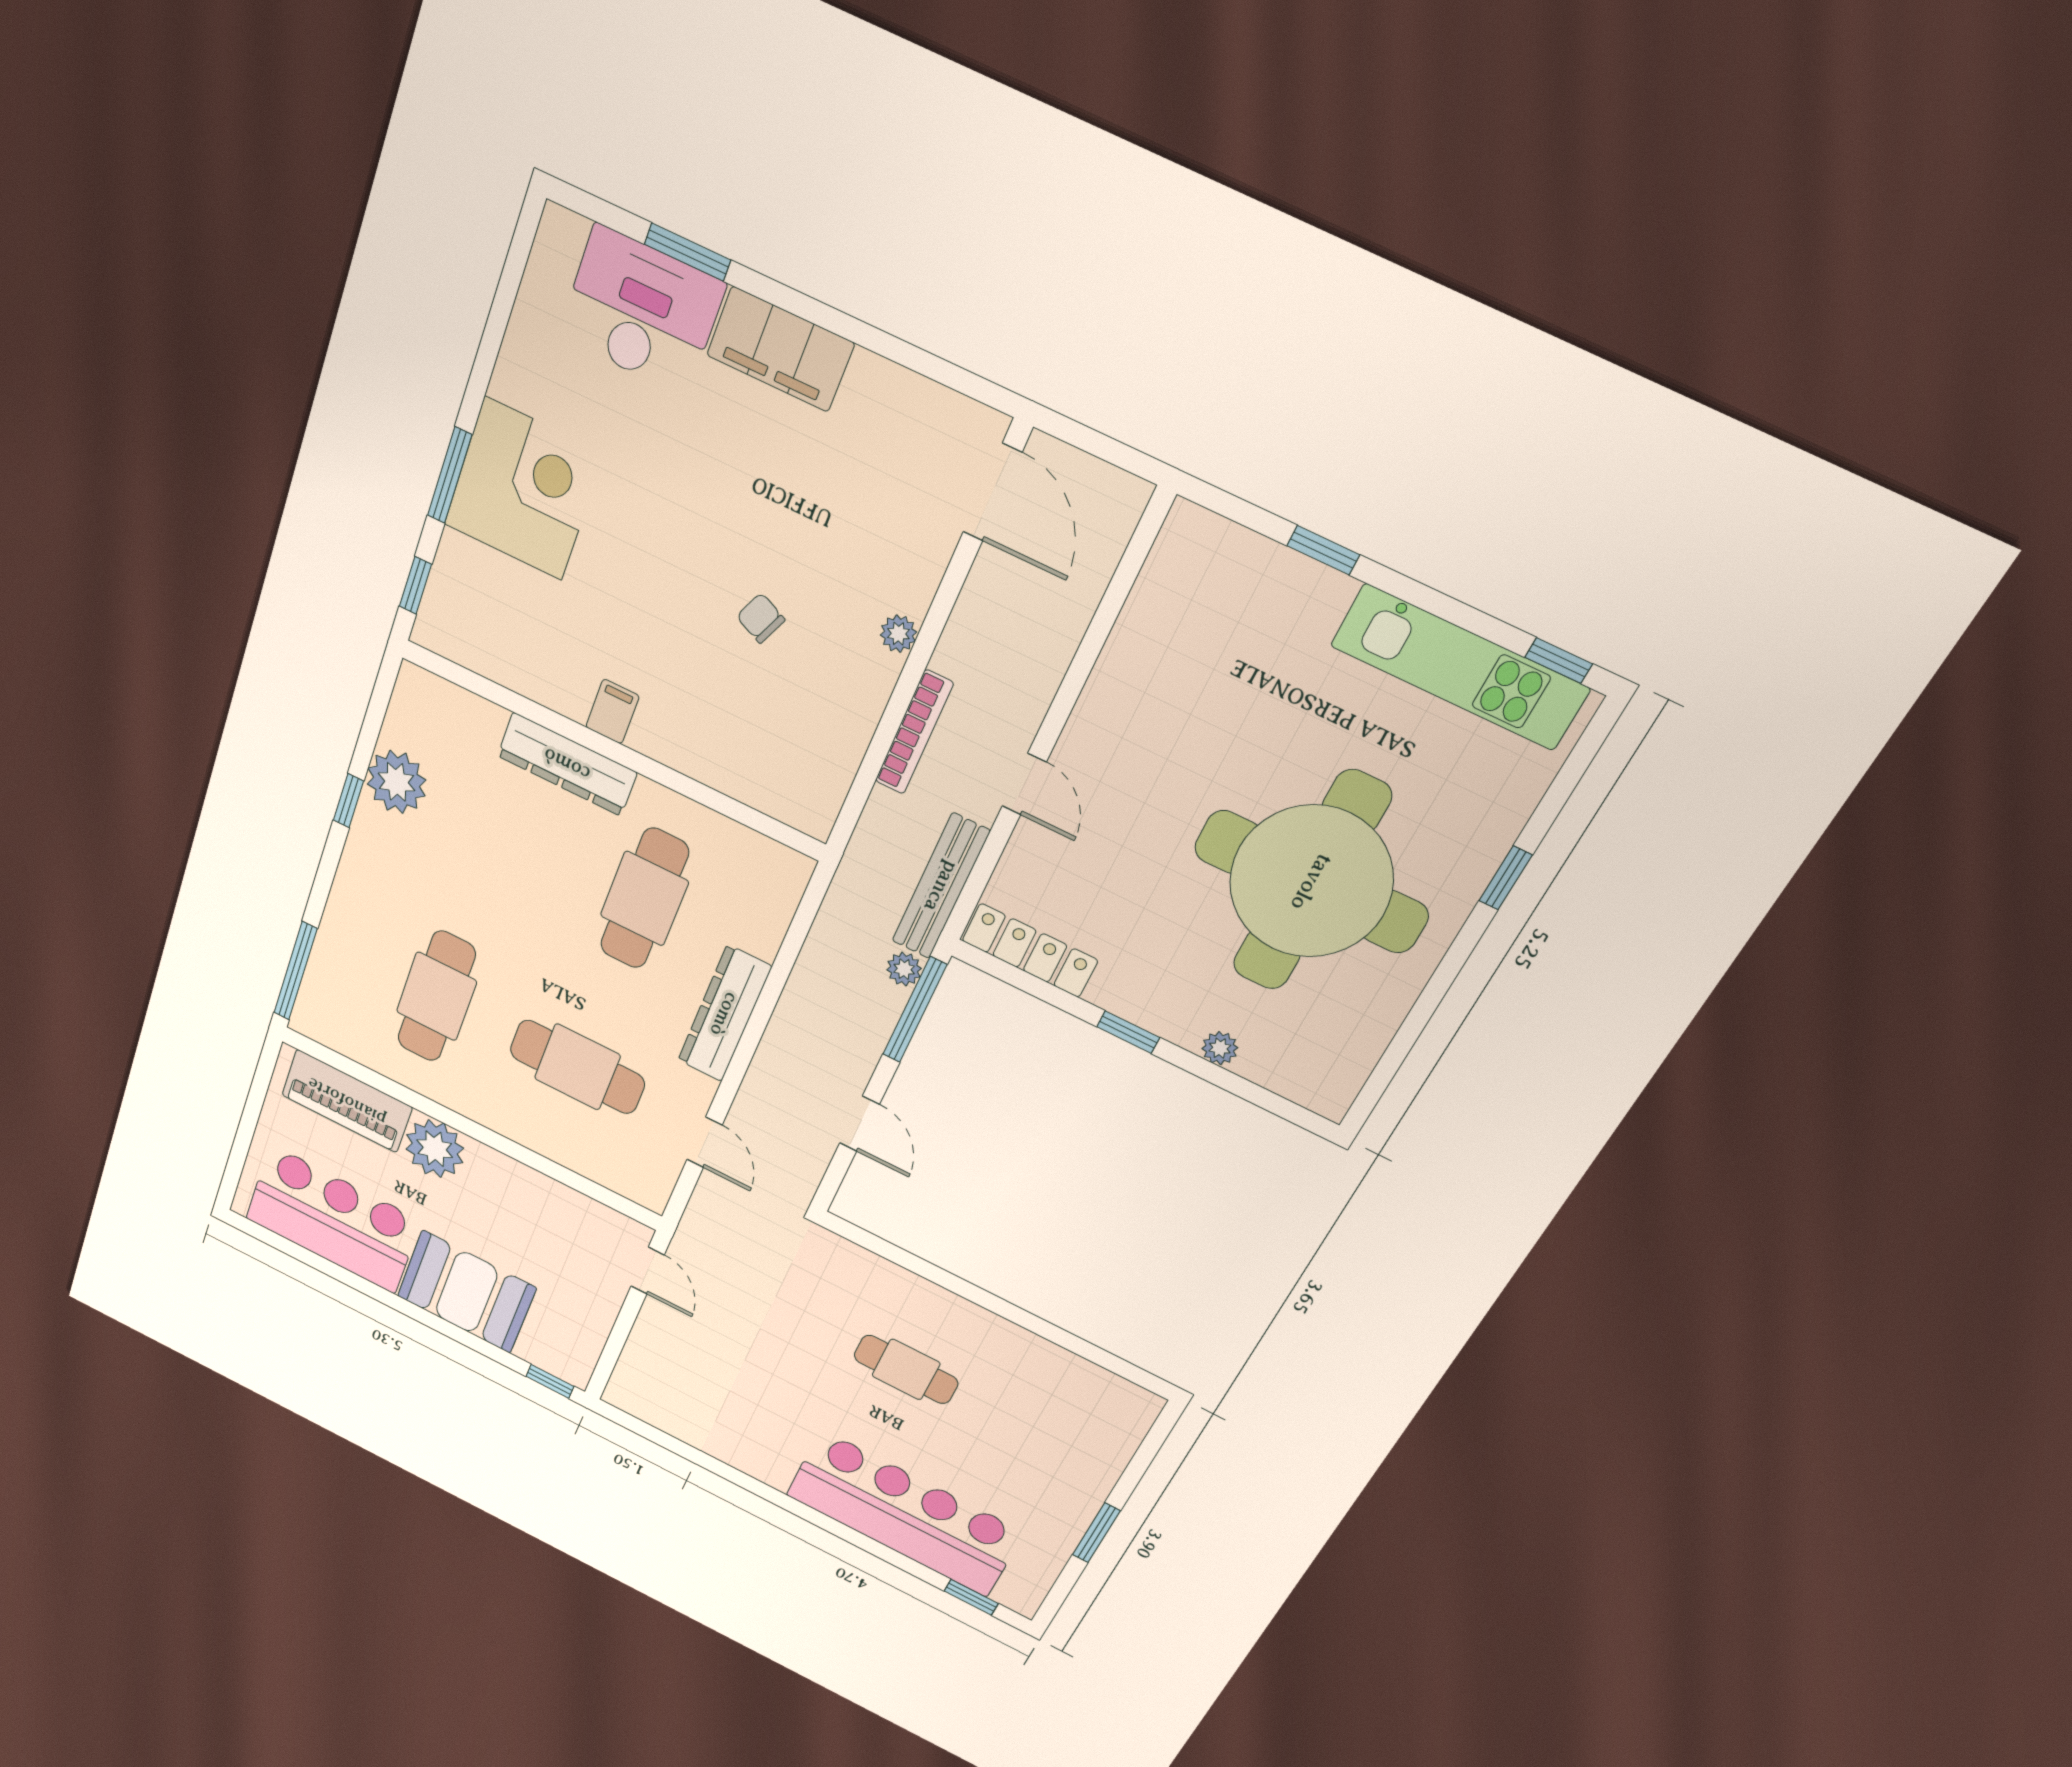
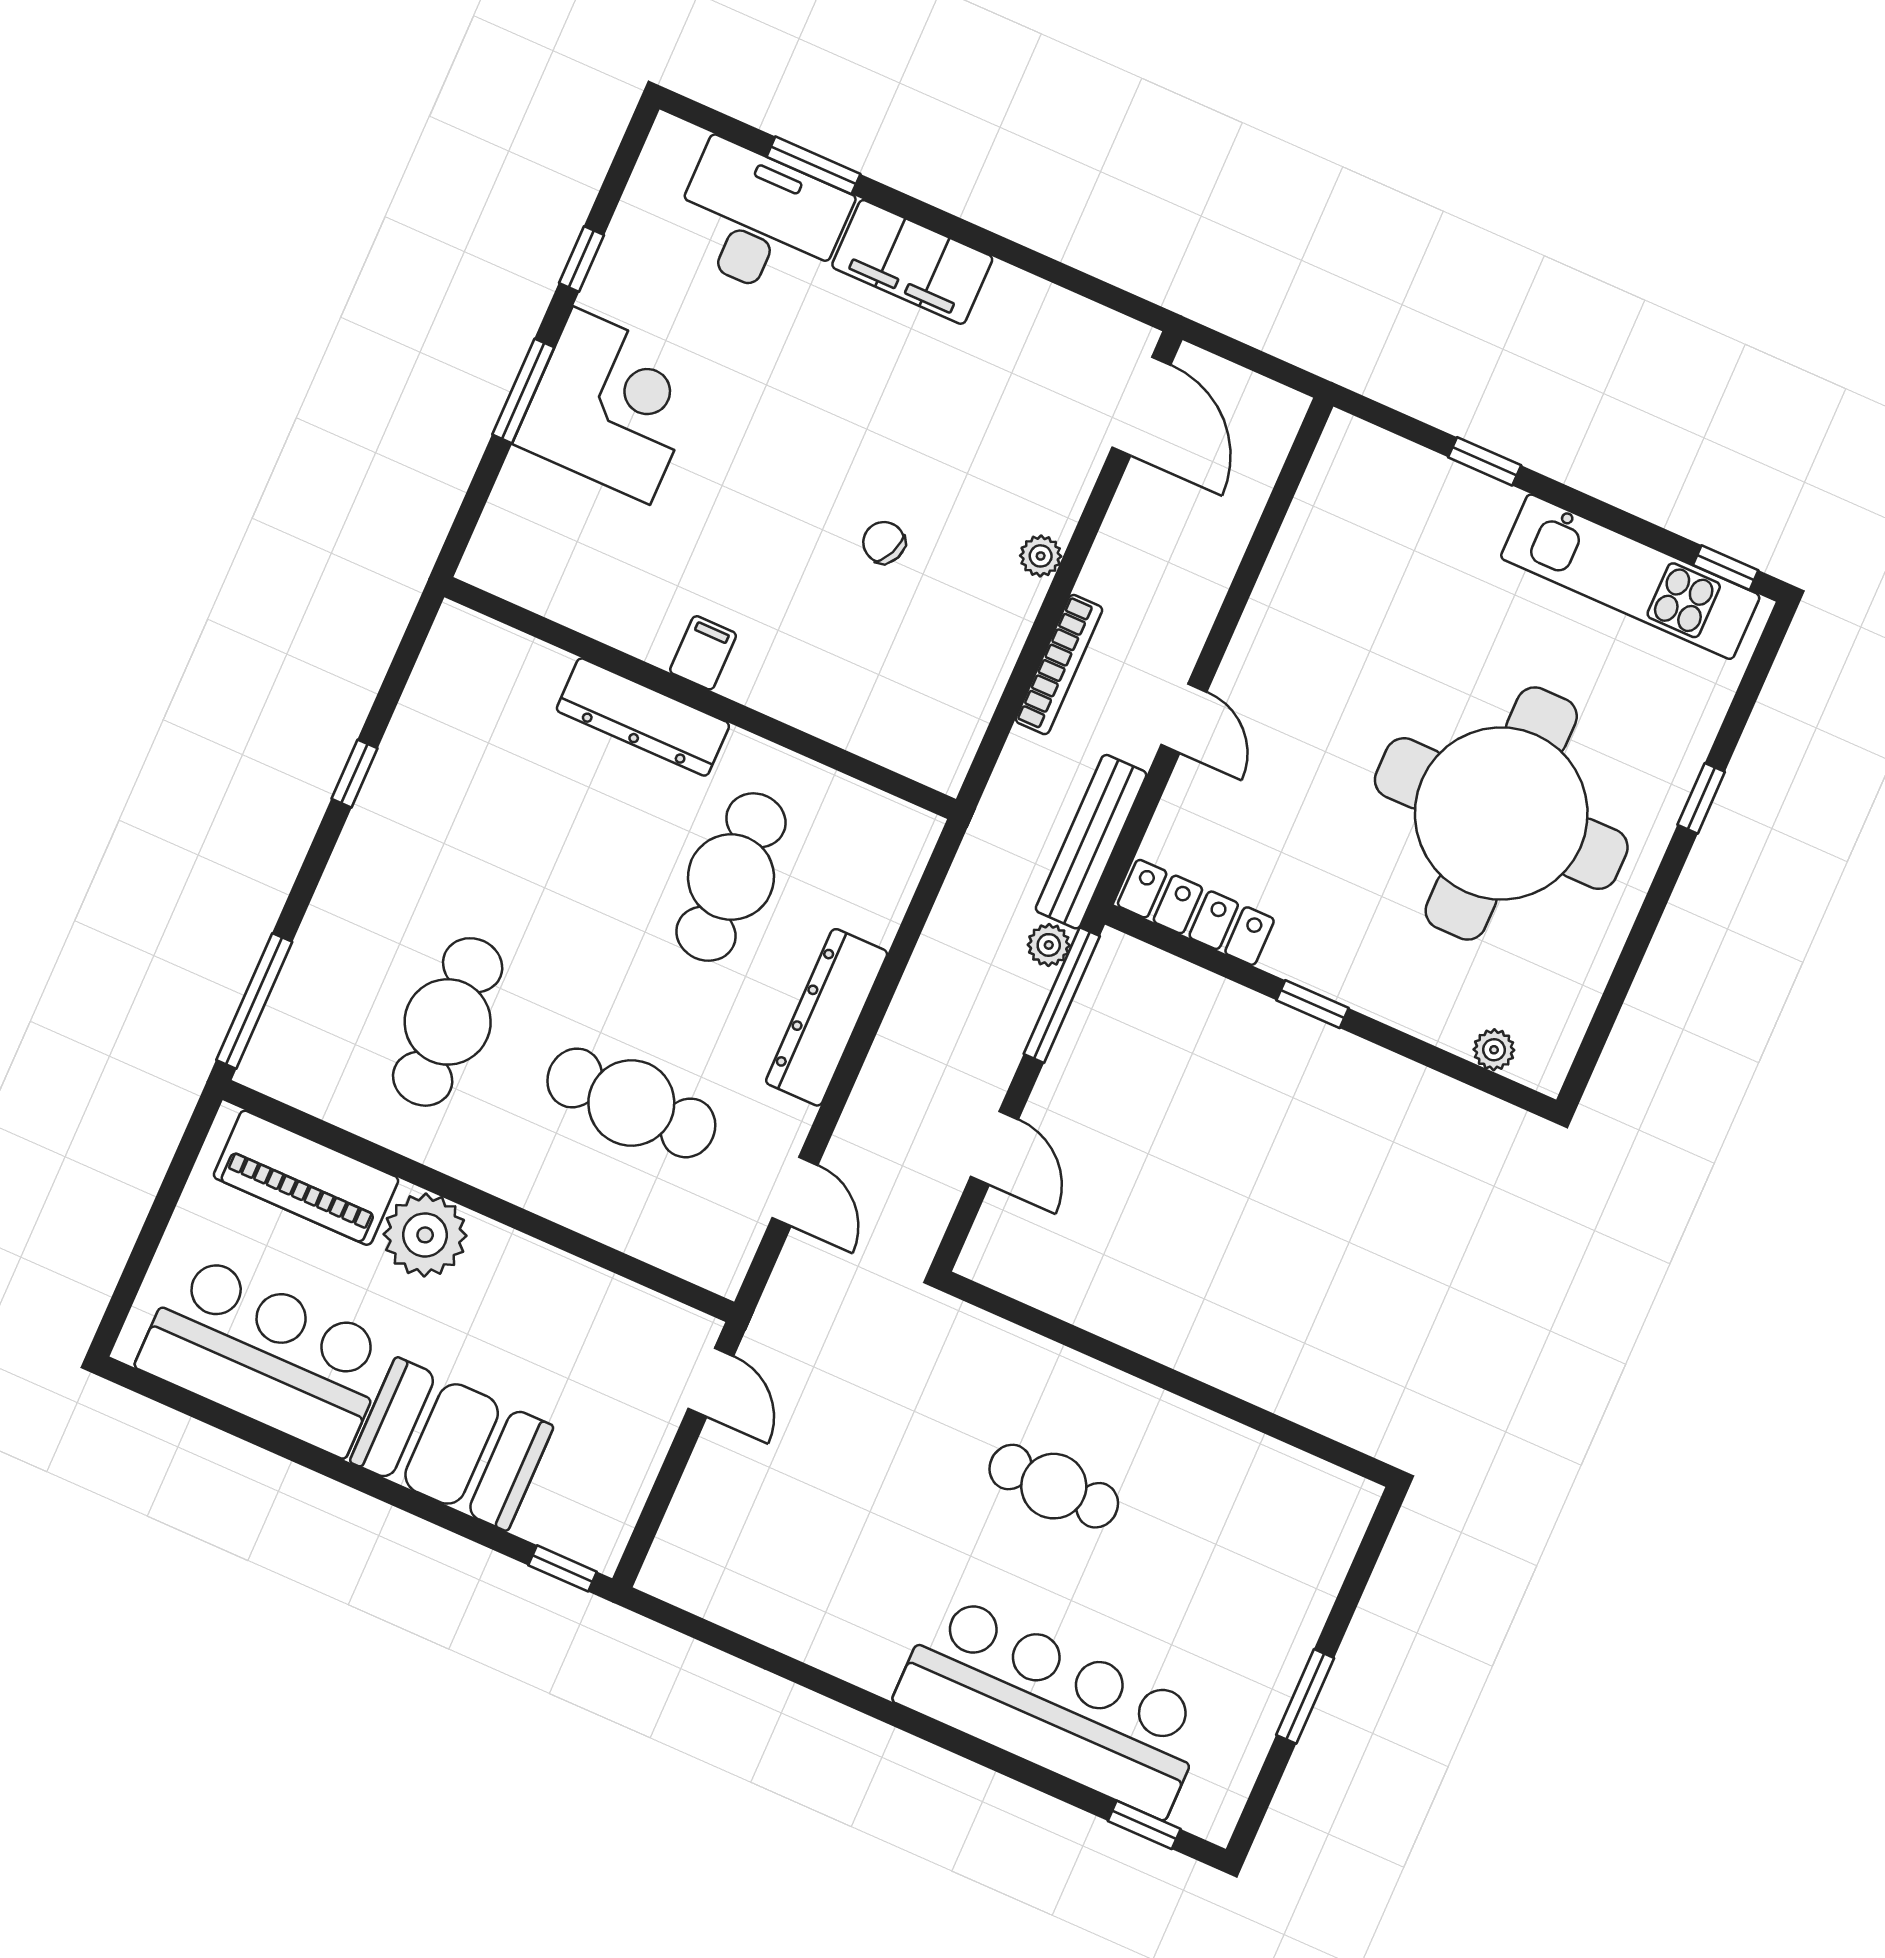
window: (415, 585) -> (581, 259), moved
plant: (396, 782) -> (421, 748), removed
plant: (1220, 1048) -> (1494, 1050), moved

